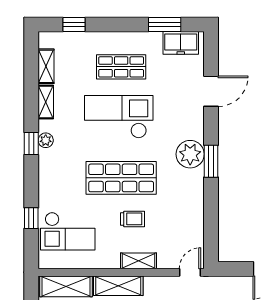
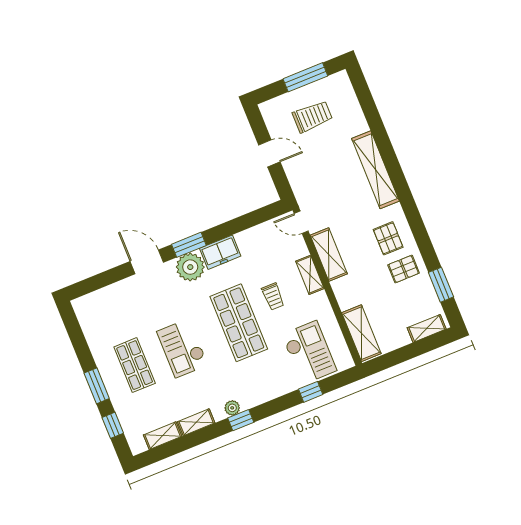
window: (165, 25) -> (97, 386), moved
freezer: (181, 43) -> (220, 252), moved, turned 90
door: (211, 91) -> (147, 262), moved
checkout: (119, 117) -> (182, 348), width x0.73, depth x0.83
trolley: (133, 219) -> (273, 296), turned 180
shelving: (118, 286) -> (329, 255), moved

